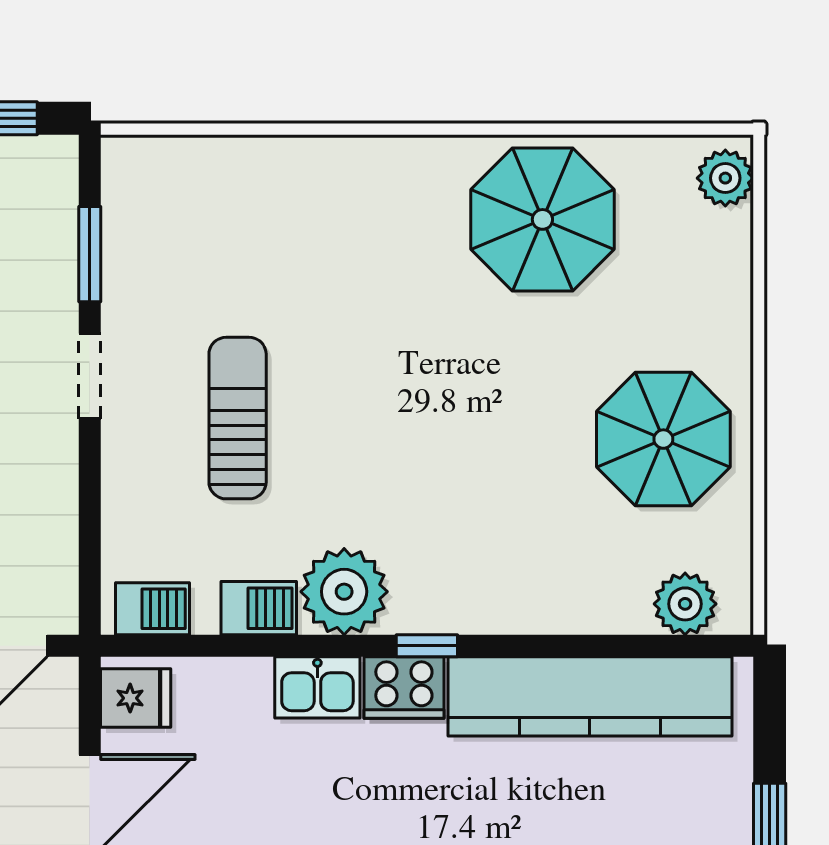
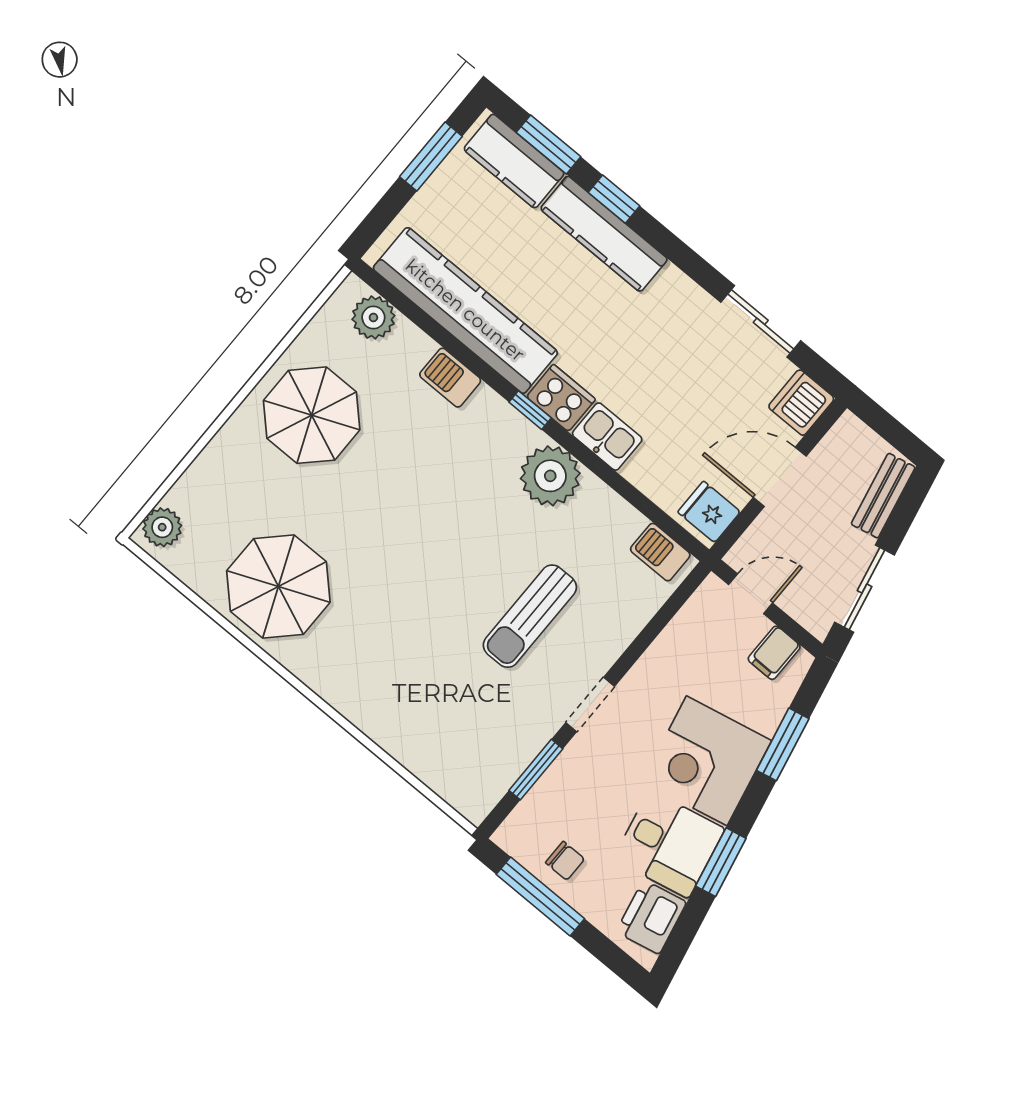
barbecue: (259, 608) -> (450, 378), moved

